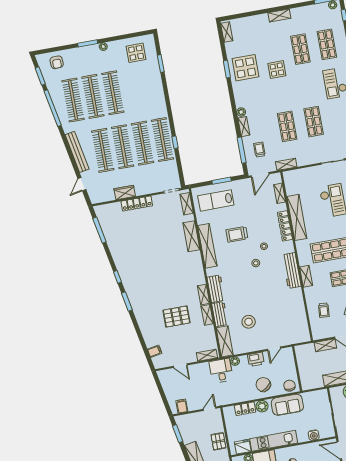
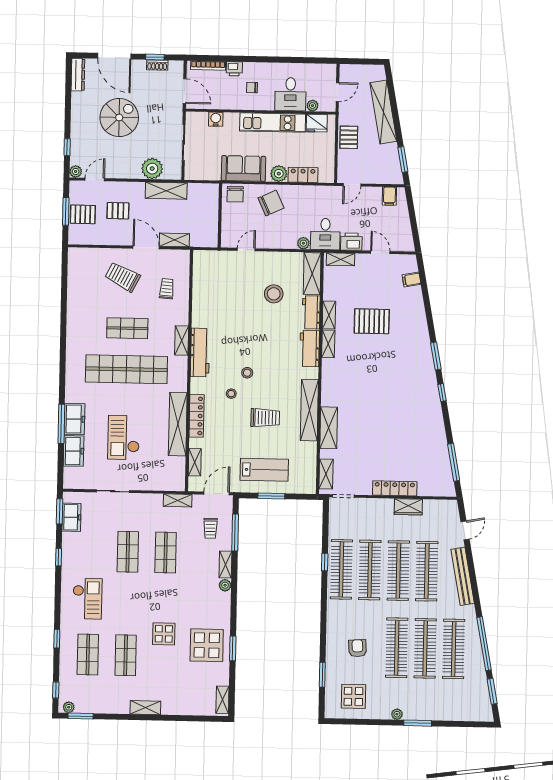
armchair: (57, 62) -> (357, 648), moved
lab bench: (216, 200) -> (264, 470), moved
printer: (256, 359) -> (351, 242), moved
chair: (263, 385) -> (271, 203), turned -79

